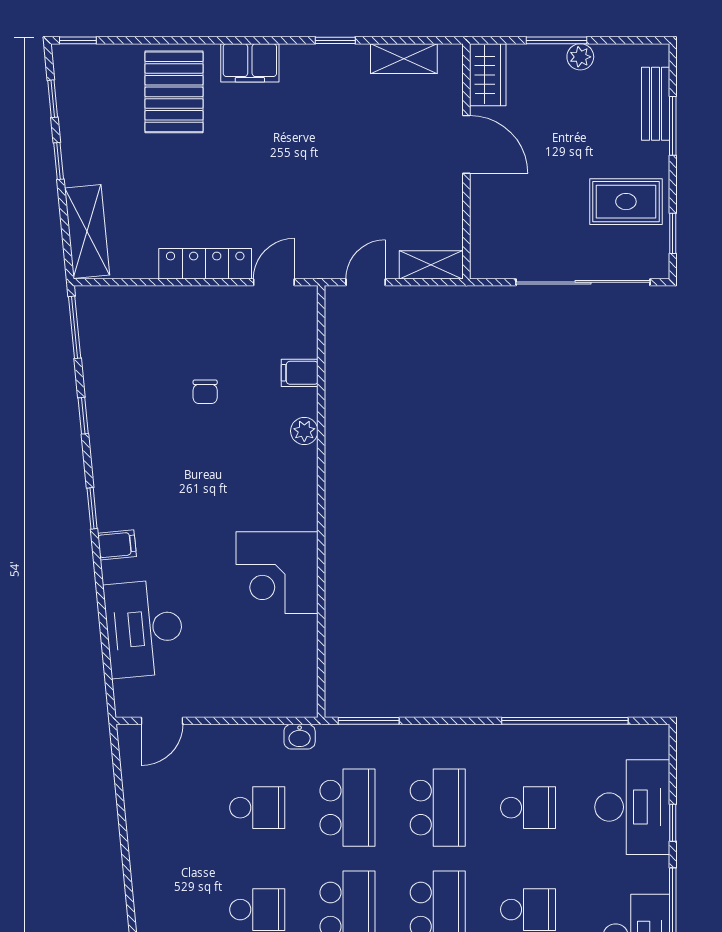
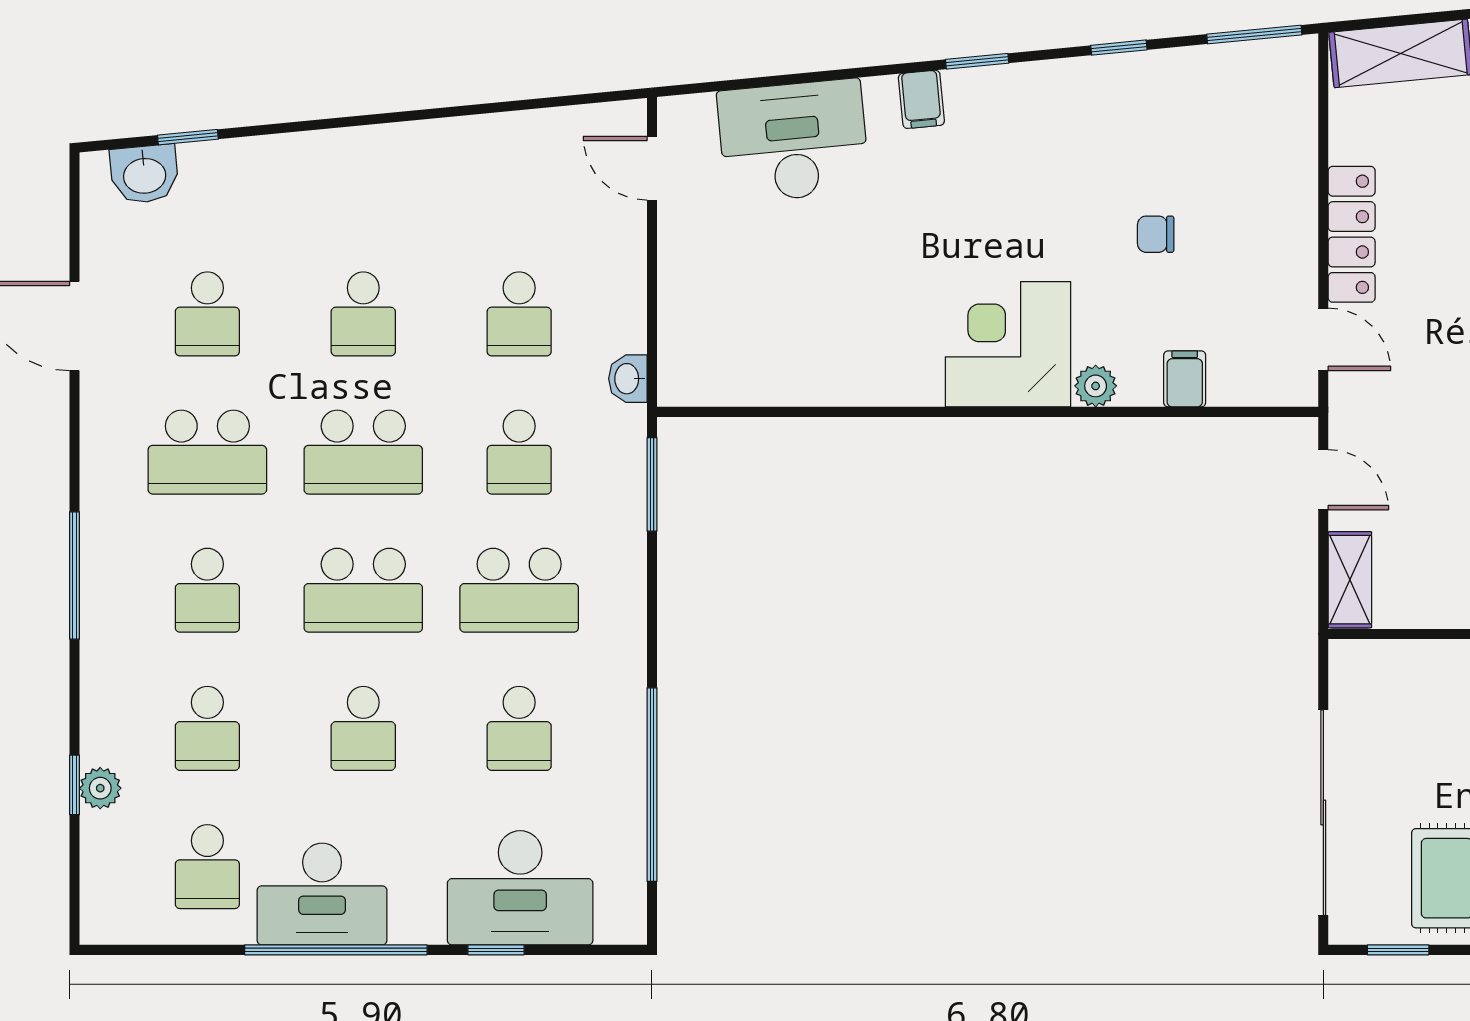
corner desk: (277, 573) -> (1008, 344), moved
school desk: (347, 808) -> (519, 452), width x0.54

